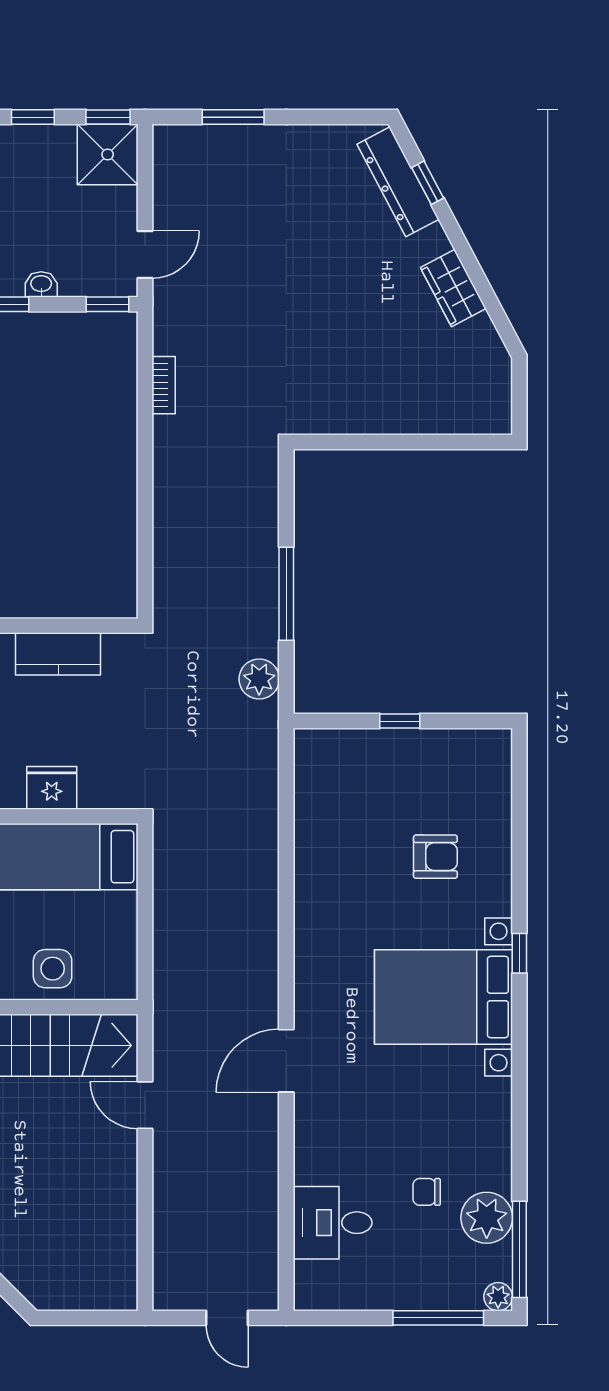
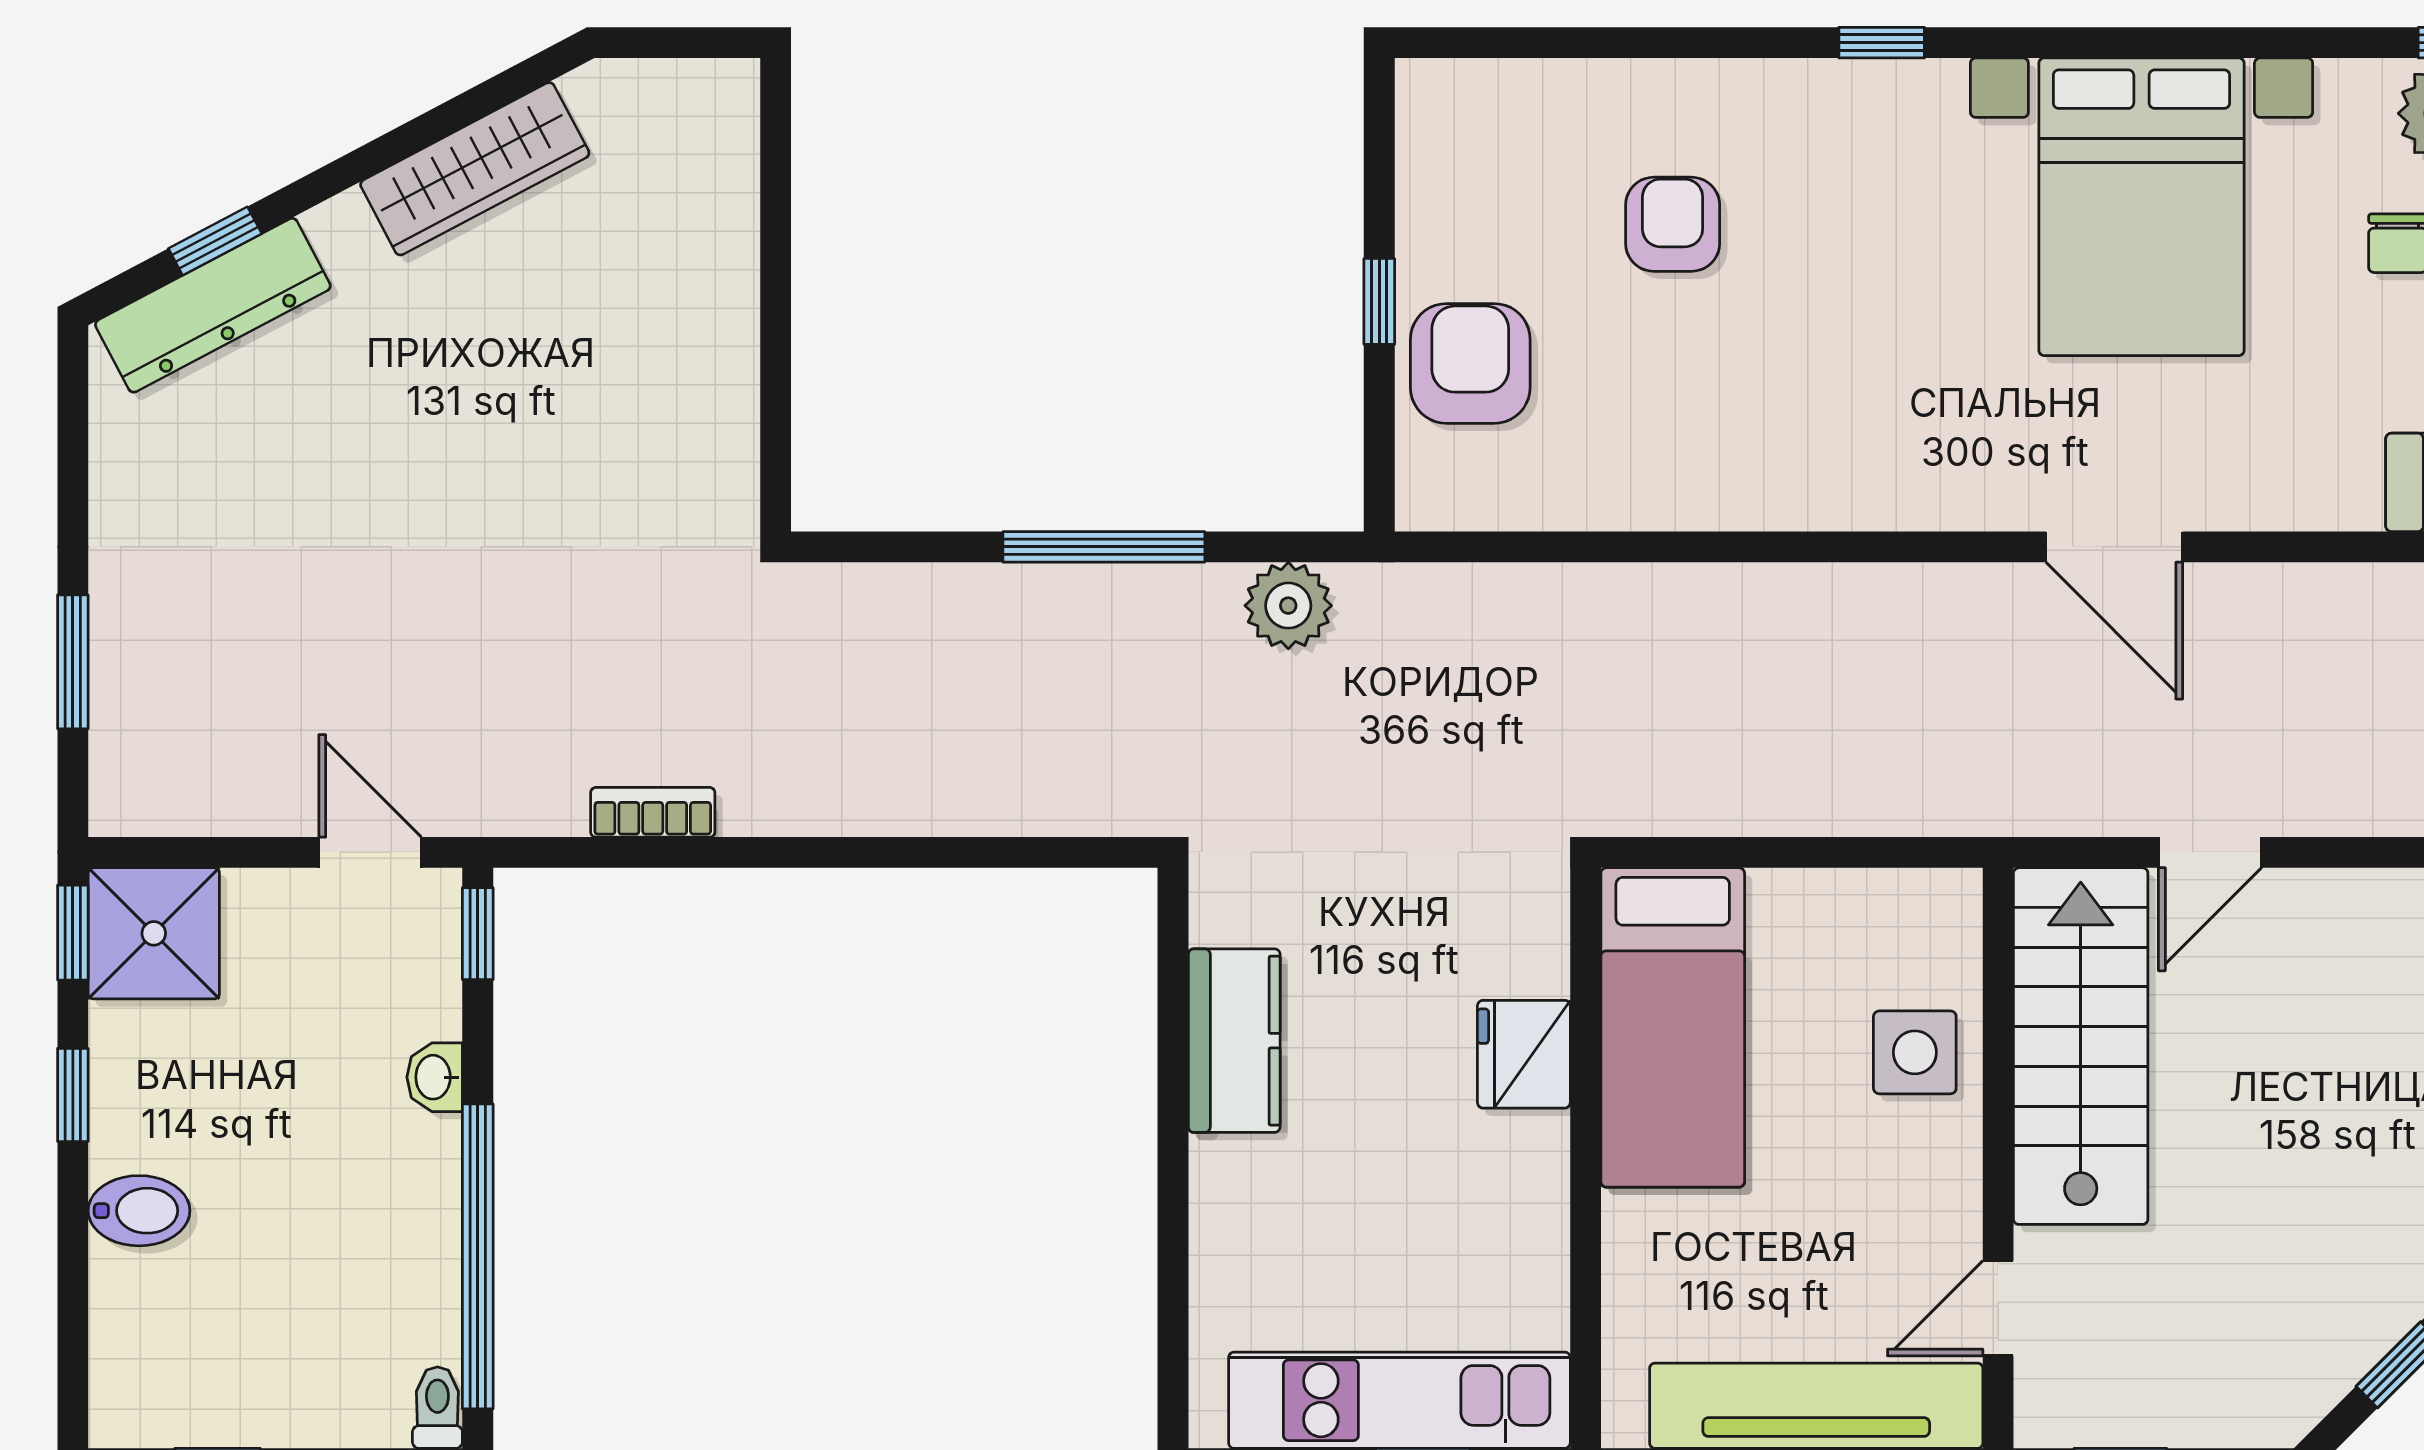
wardrobe: (453, 288) -> (475, 169), width x1.50
armchair: (371, 763) -> (1470, 363), added
bed with nightstands: (444, 997) -> (2141, 207), moved

